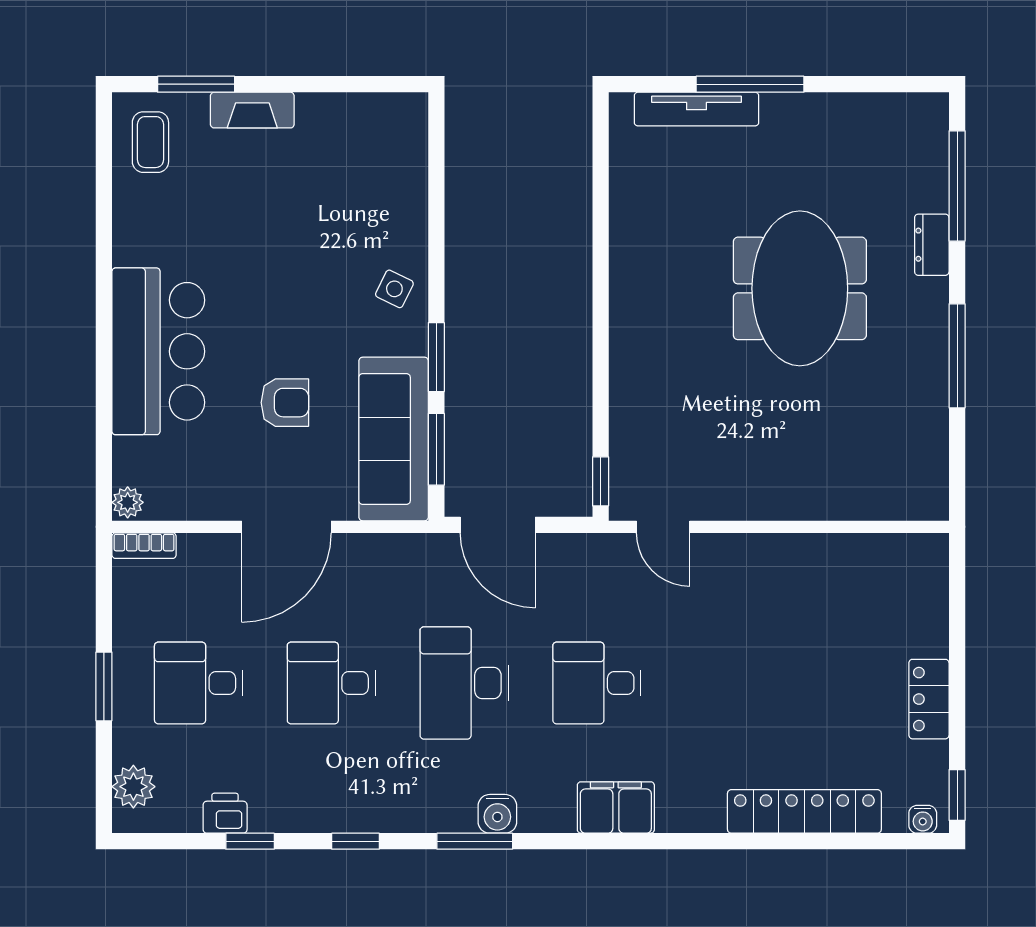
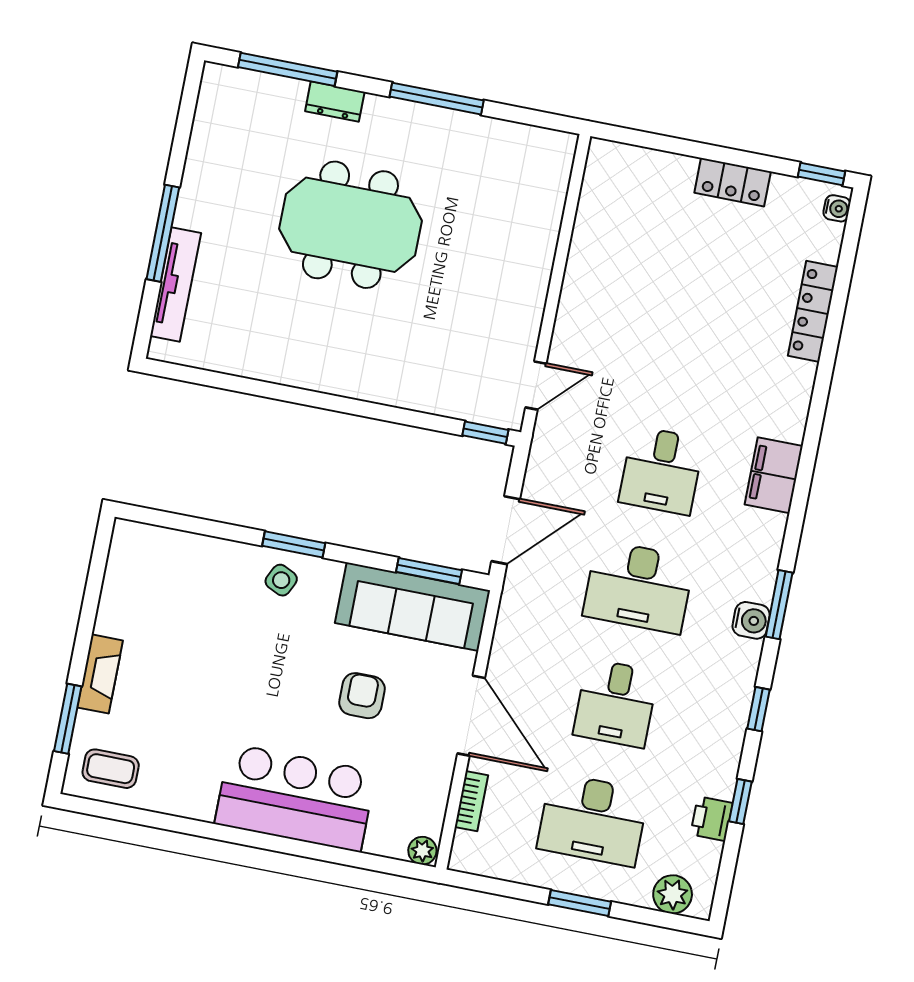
window: (436, 357) -> (294, 544), moved
bookcase: (144, 546) -> (471, 801), moved
desk: (199, 683) -> (593, 820), width x1.37
locker: (804, 811) -> (813, 311), width x0.71, depth x0.83
water cooler: (497, 814) -> (751, 620), moved

